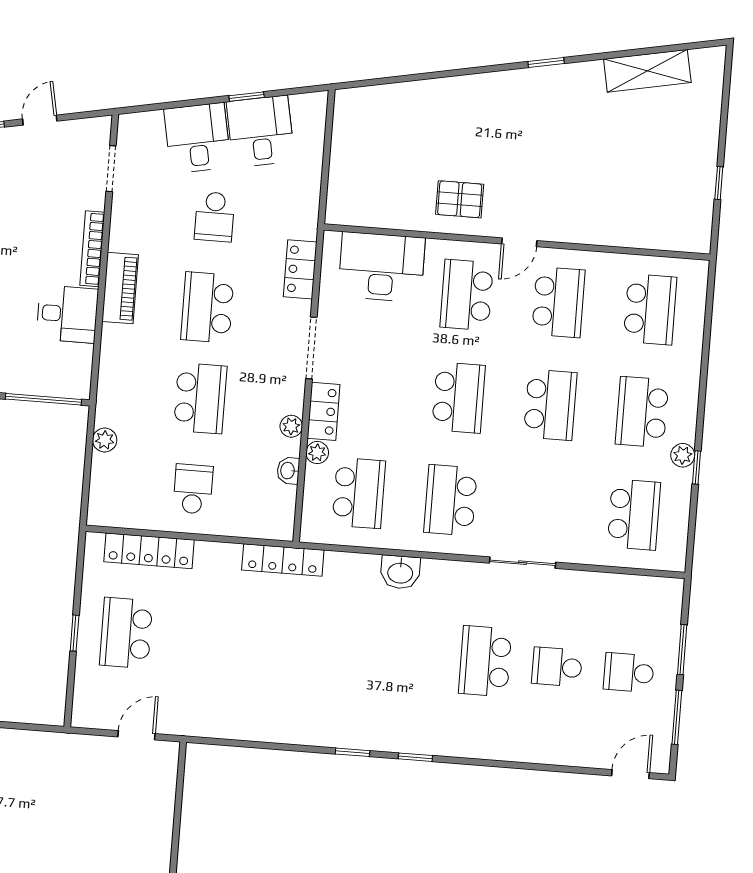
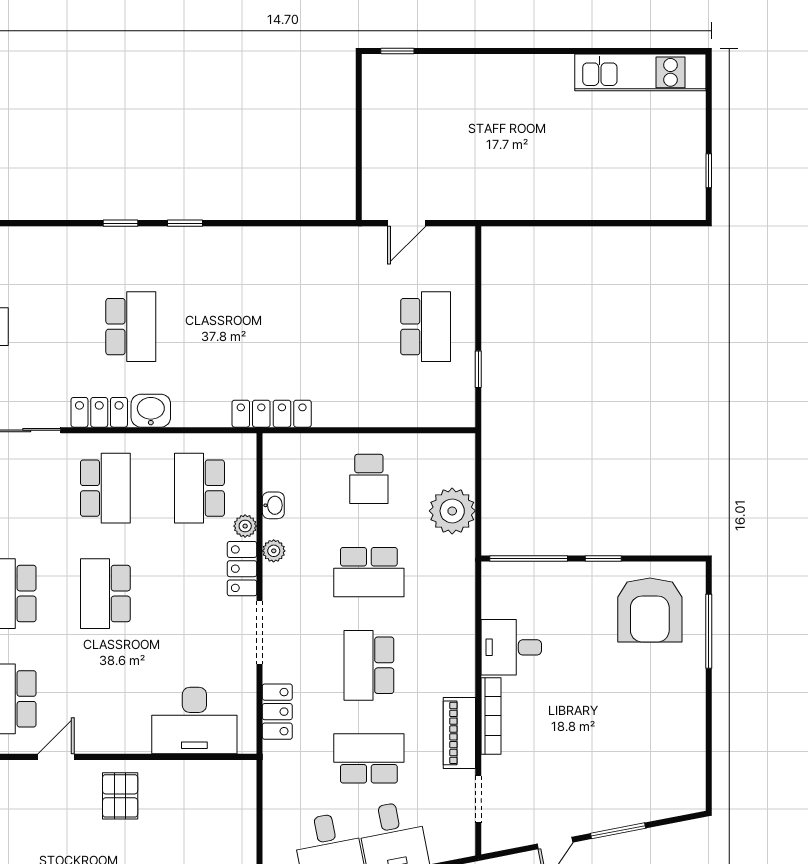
pallet: (460, 199) -> (120, 796), turned 90
school desk: (214, 217) -> (369, 758), width x1.85
piano: (120, 288) -> (459, 733), moved
school desk: (467, 295) -> (105, 699), removed
school desk: (207, 307) -> (369, 665), turned 180
school desk: (200, 398) -> (369, 572), turned -90
plant: (105, 440) -> (452, 511), width x1.87, depth x1.87
locker: (149, 551) -> (99, 412), moved, width x0.66
window: (75, 633) -> (478, 369), moved
school desk: (485, 661) -> (131, 327), moved

